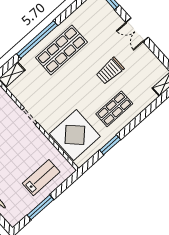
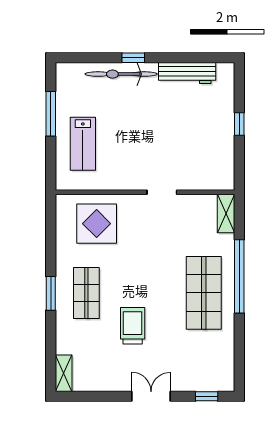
display table: (75, 135) -> (97, 224), width x0.73, depth x0.73
window: (110, 145) -> (51, 293), moved

